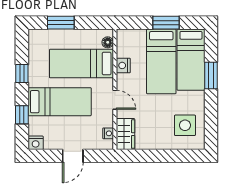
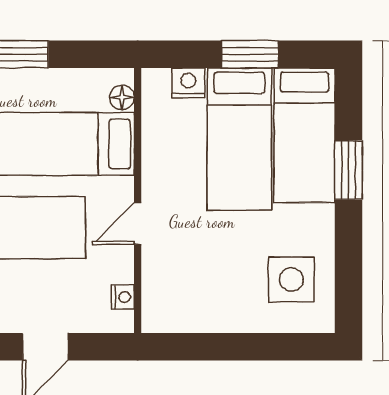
nightstand: (123, 65) -> (188, 83), moved, turned 90
door: (115, 100) -> (138, 224), swing flipped
wardrobe: (125, 134) -> (161, 299), removed

